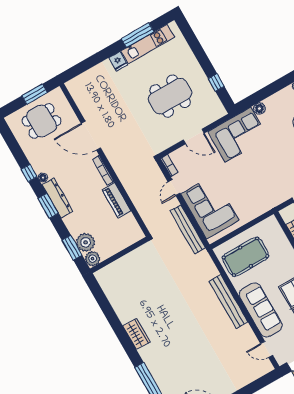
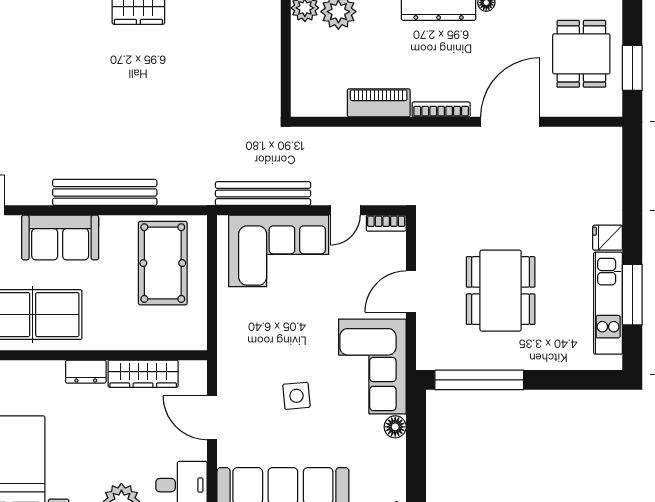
window: (216, 83) -> (479, 380), width x3.17
side table: (271, 161) -> (296, 396), added
door: (174, 188) -> (345, 210), swing flipped
sofa: (261, 310) -> (60, 237), width x0.73

